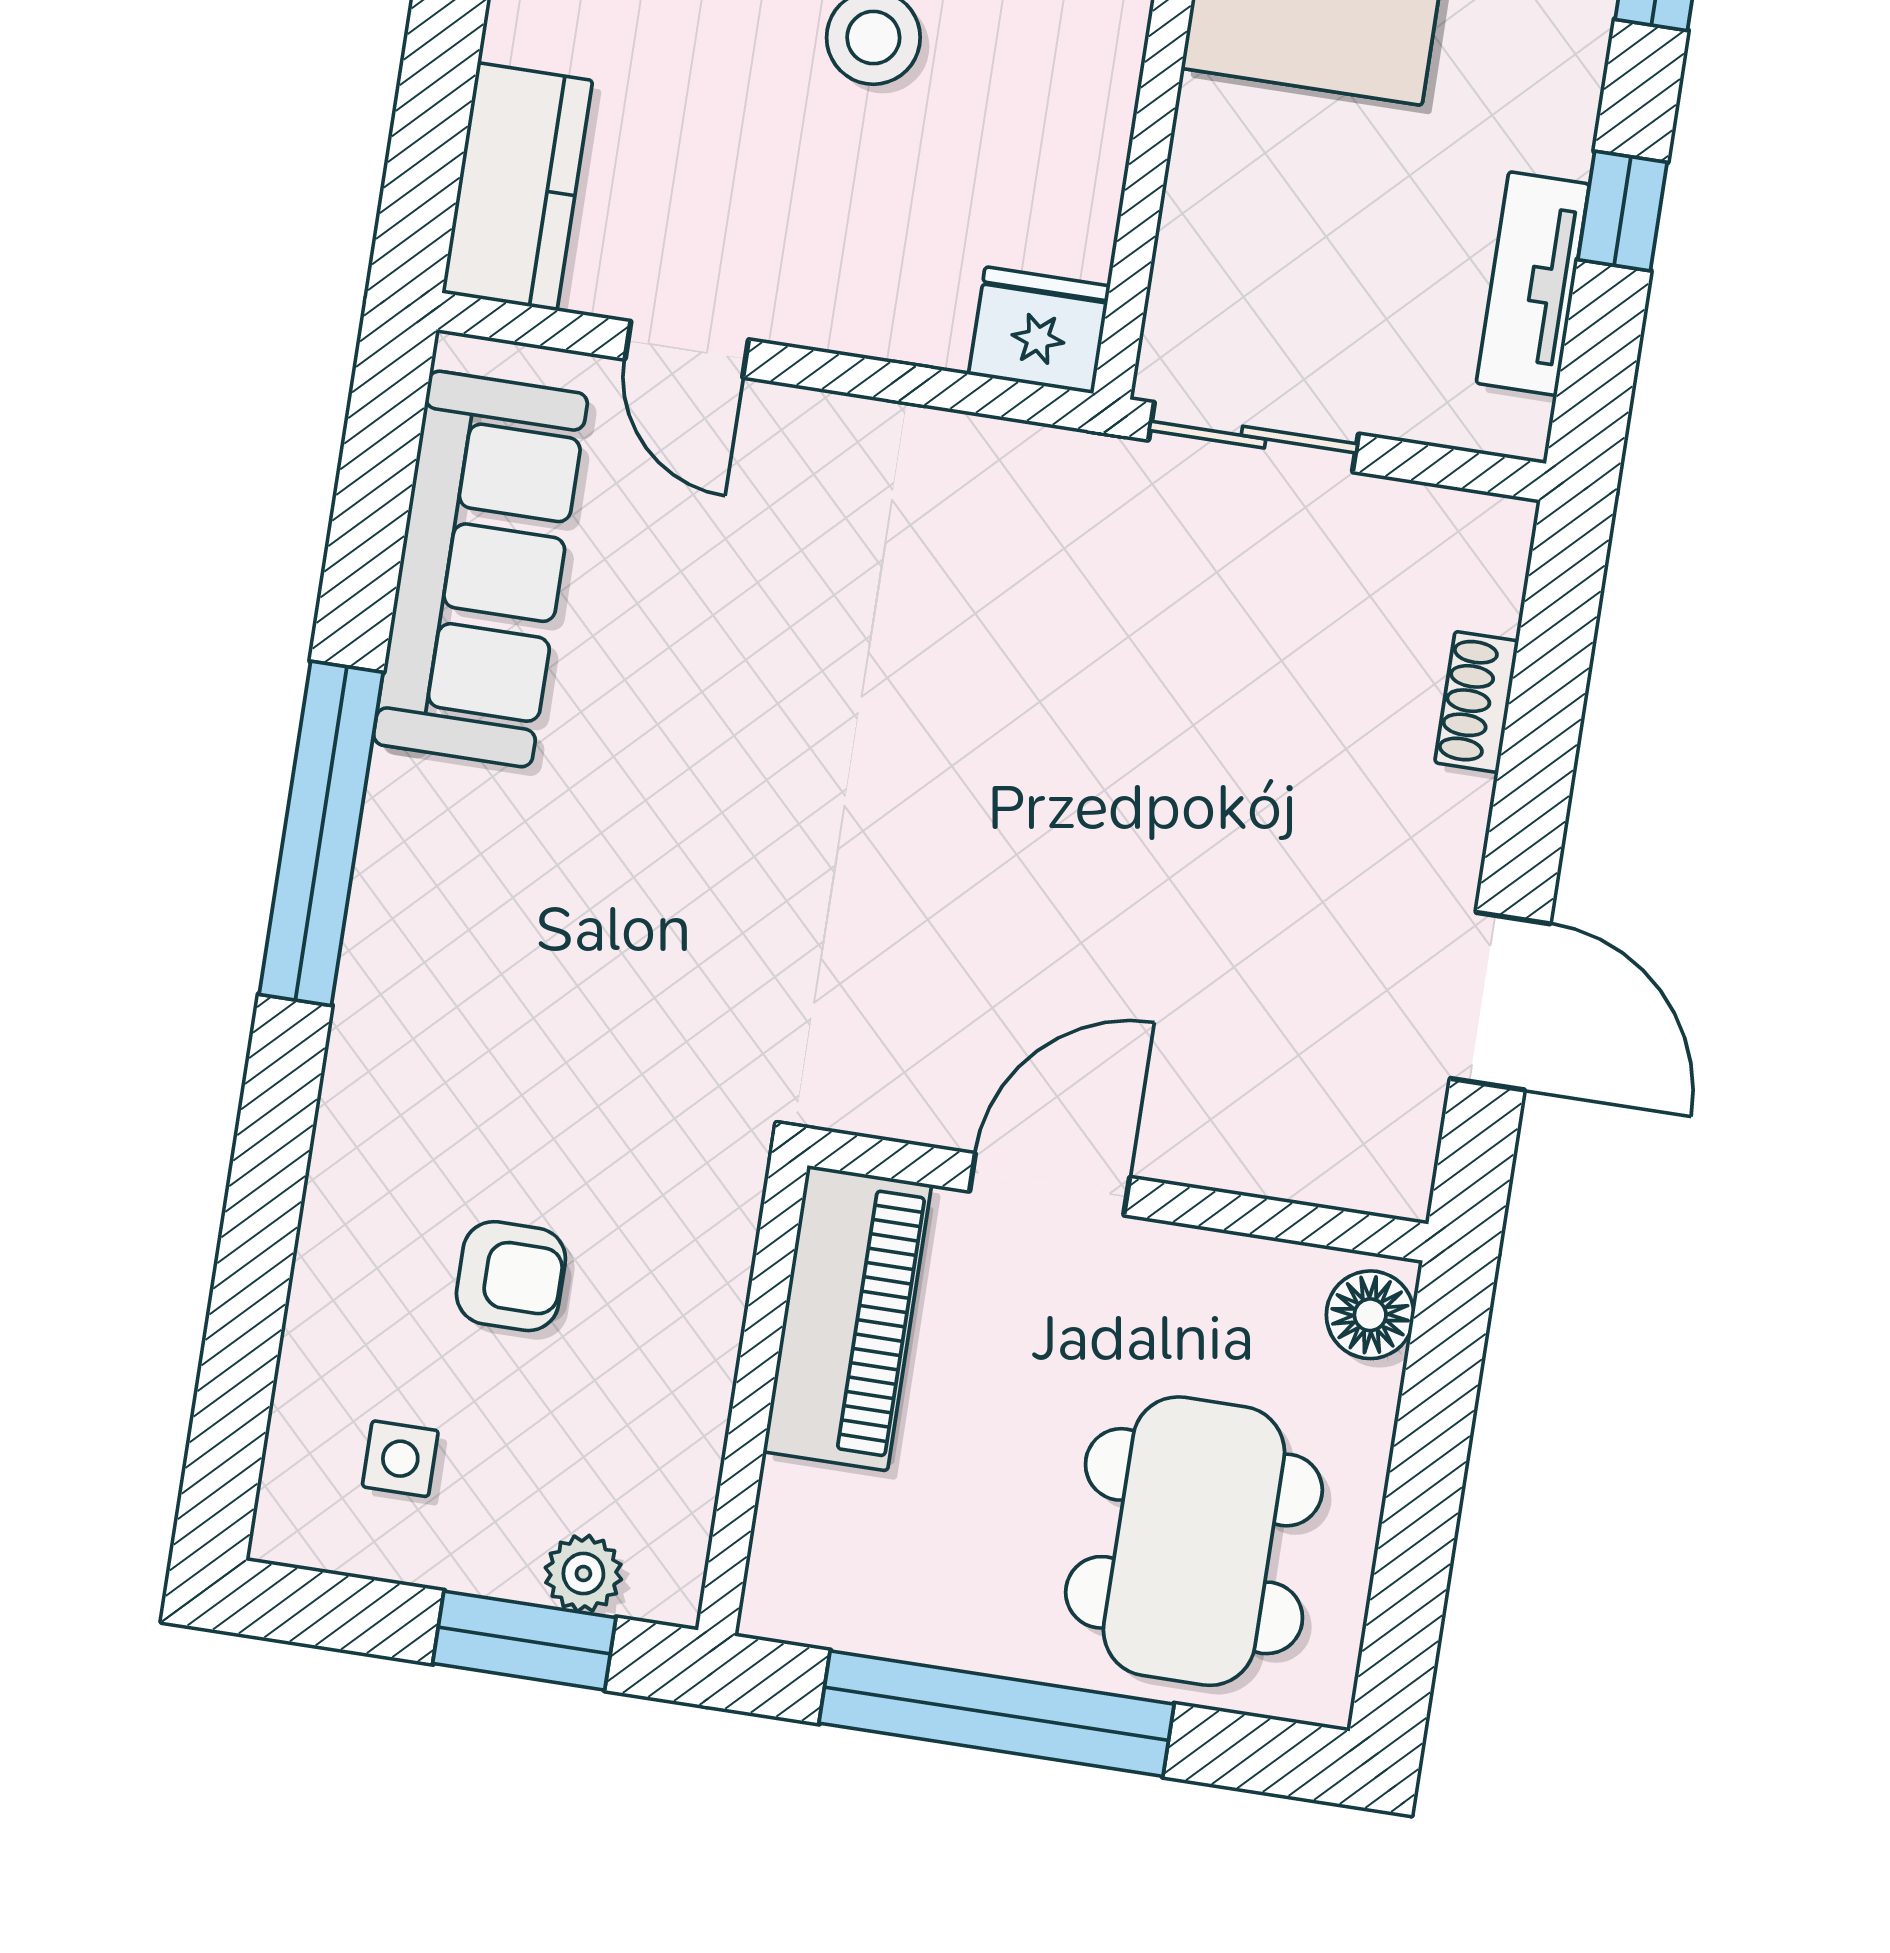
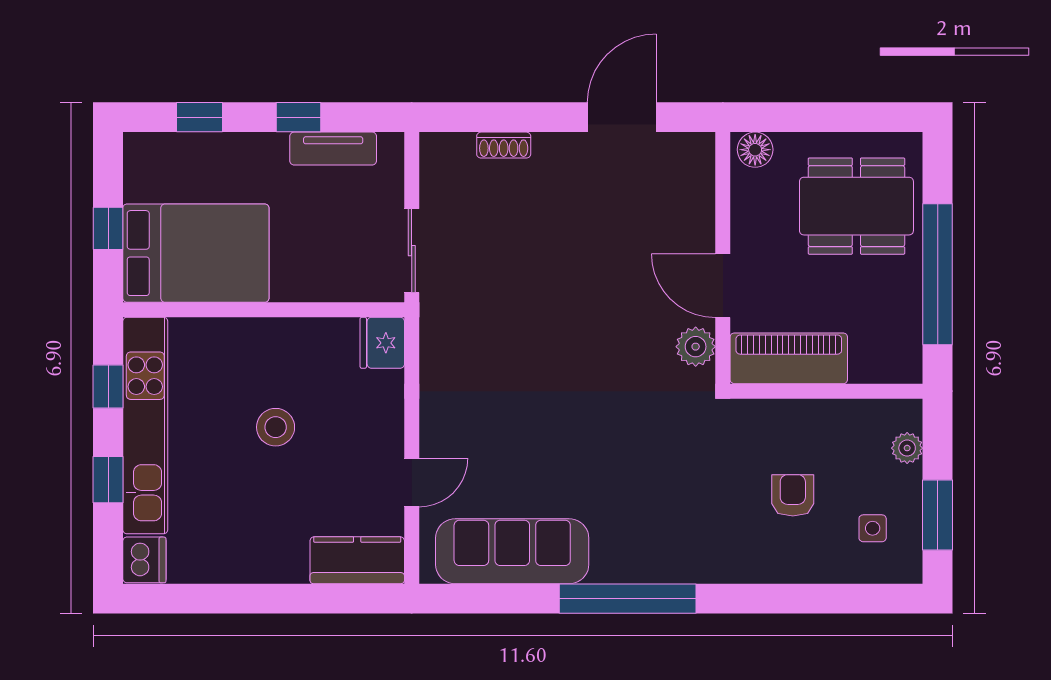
plant: (911, 1095) -> (696, 347), added
window: (524, 1641) -> (938, 515), moved

